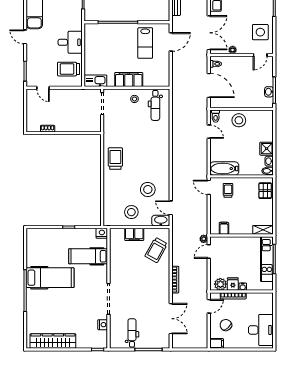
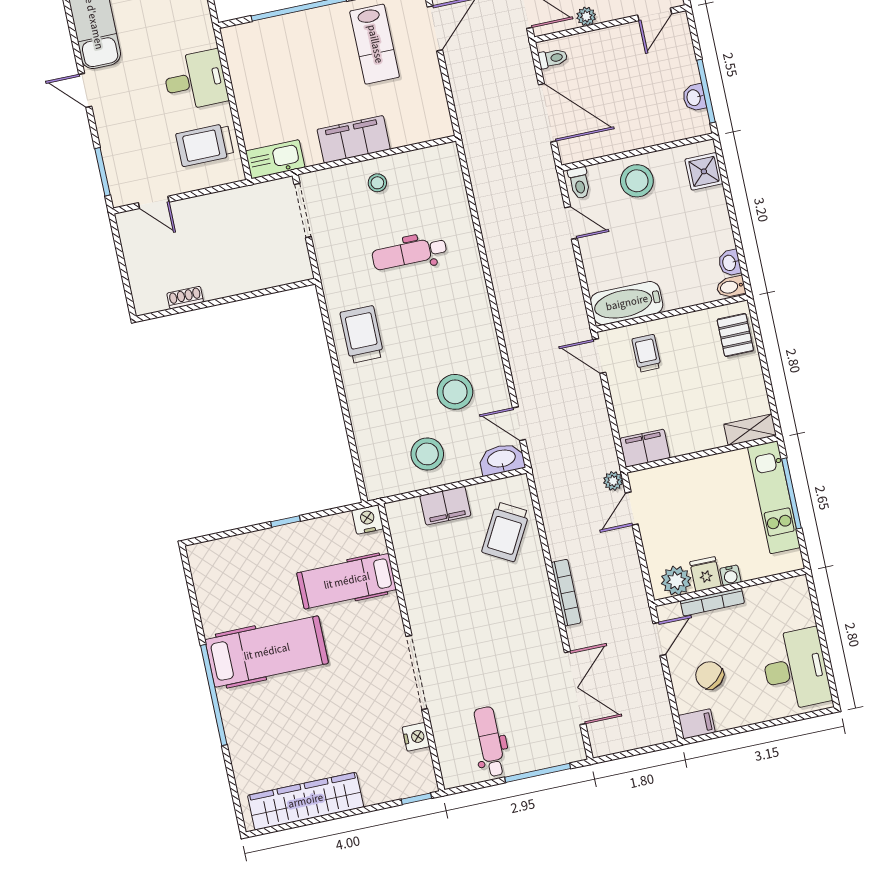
dental chair: (155, 105) -> (409, 253), moved, turned 90
shower: (267, 149) -> (704, 171), moved
filing cabinet: (224, 228) -> (645, 448), width x2.00

